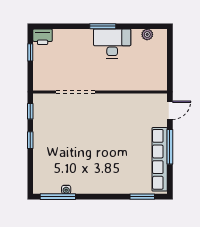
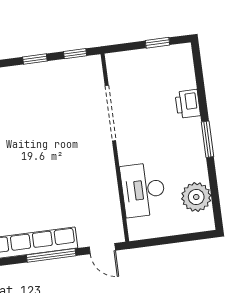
plant: (147, 34) -> (196, 197), width x1.88, depth x1.88
printer: (43, 37) -> (188, 104), moved
desk: (112, 43) -> (143, 190), moved, turned 180

